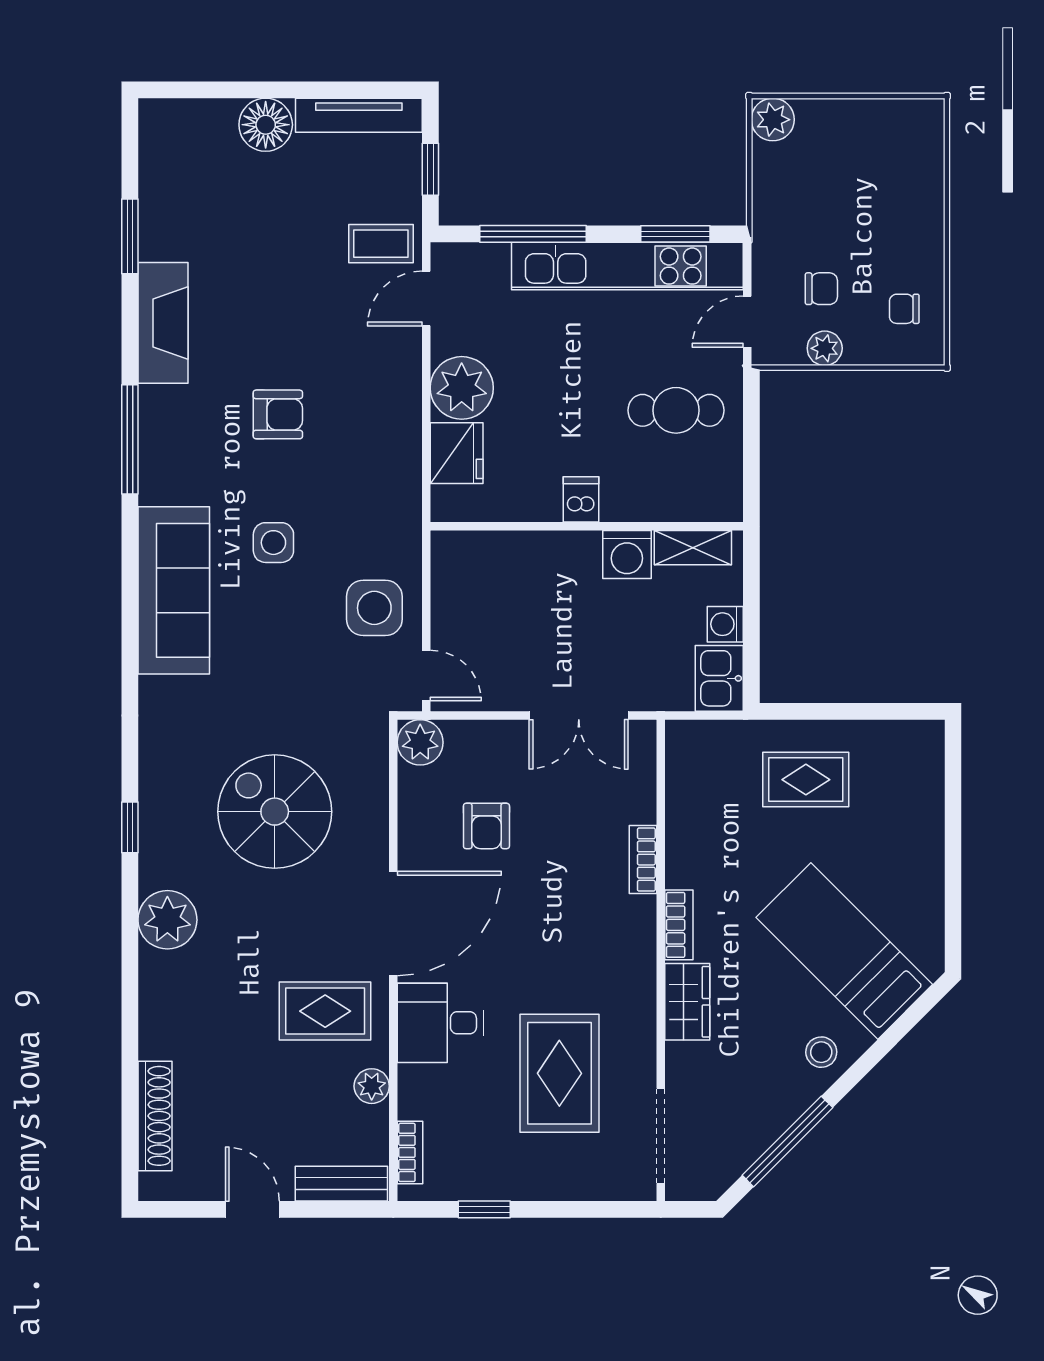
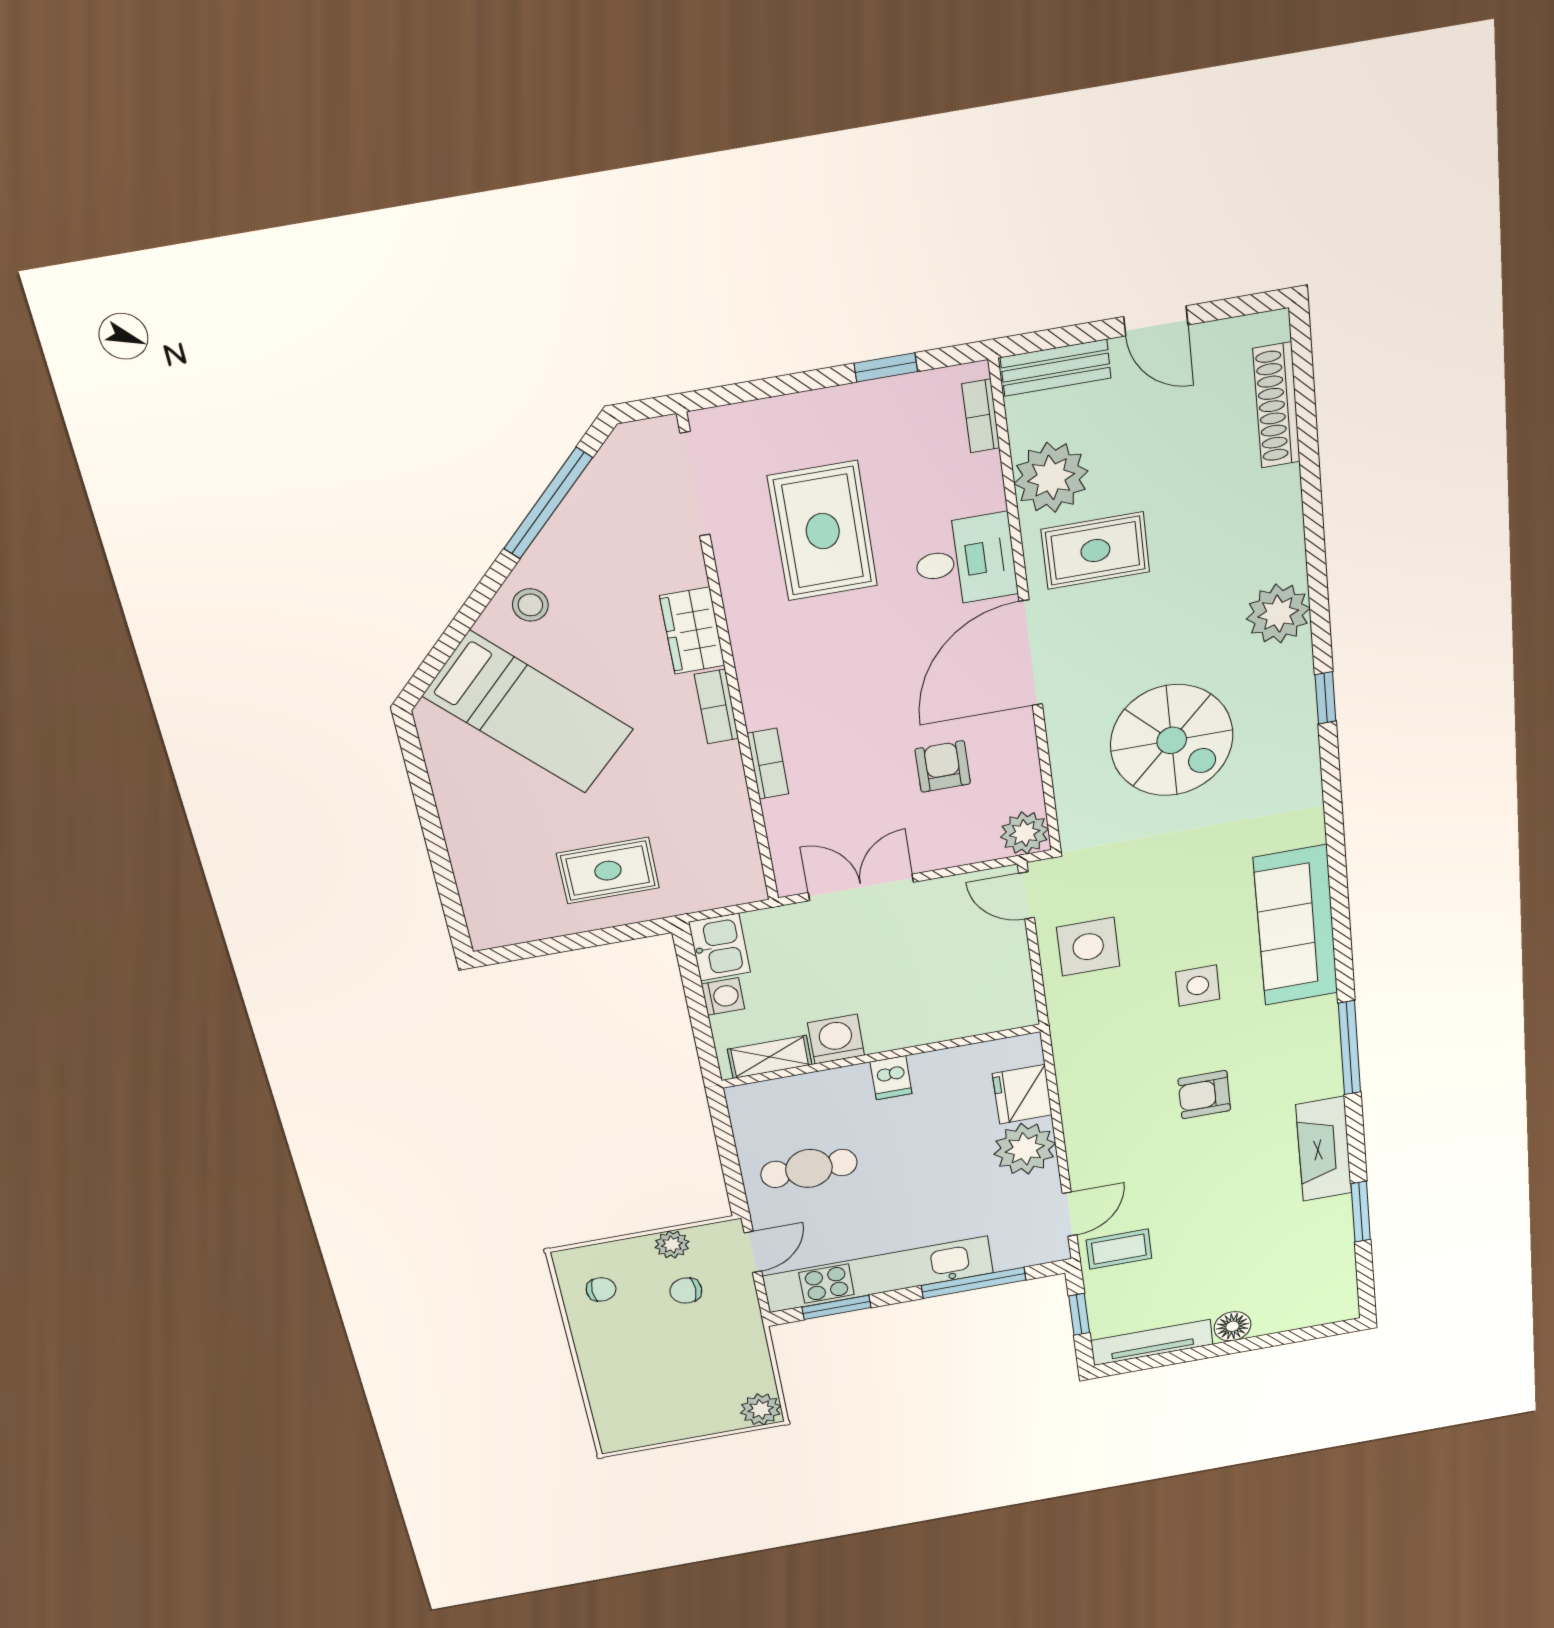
floor lamp: (266, 125) -> (1233, 1326), width x0.73, depth x0.73
plant: (372, 1086) -> (1051, 477), width x1.87, depth x1.87

